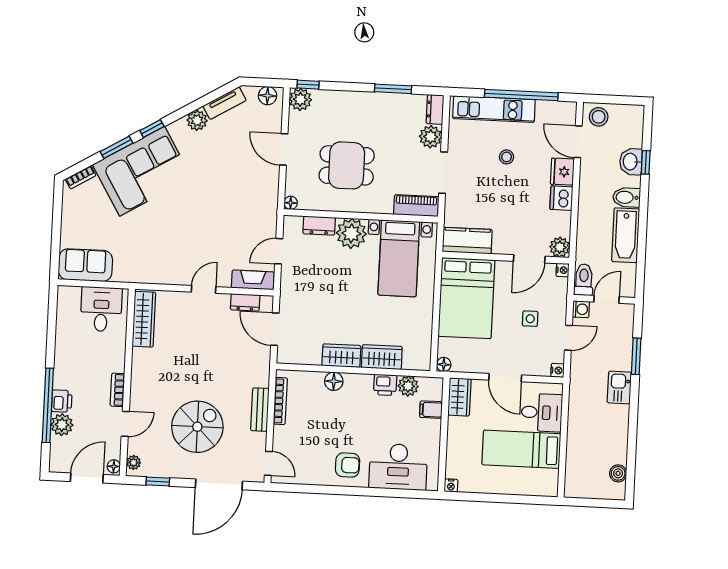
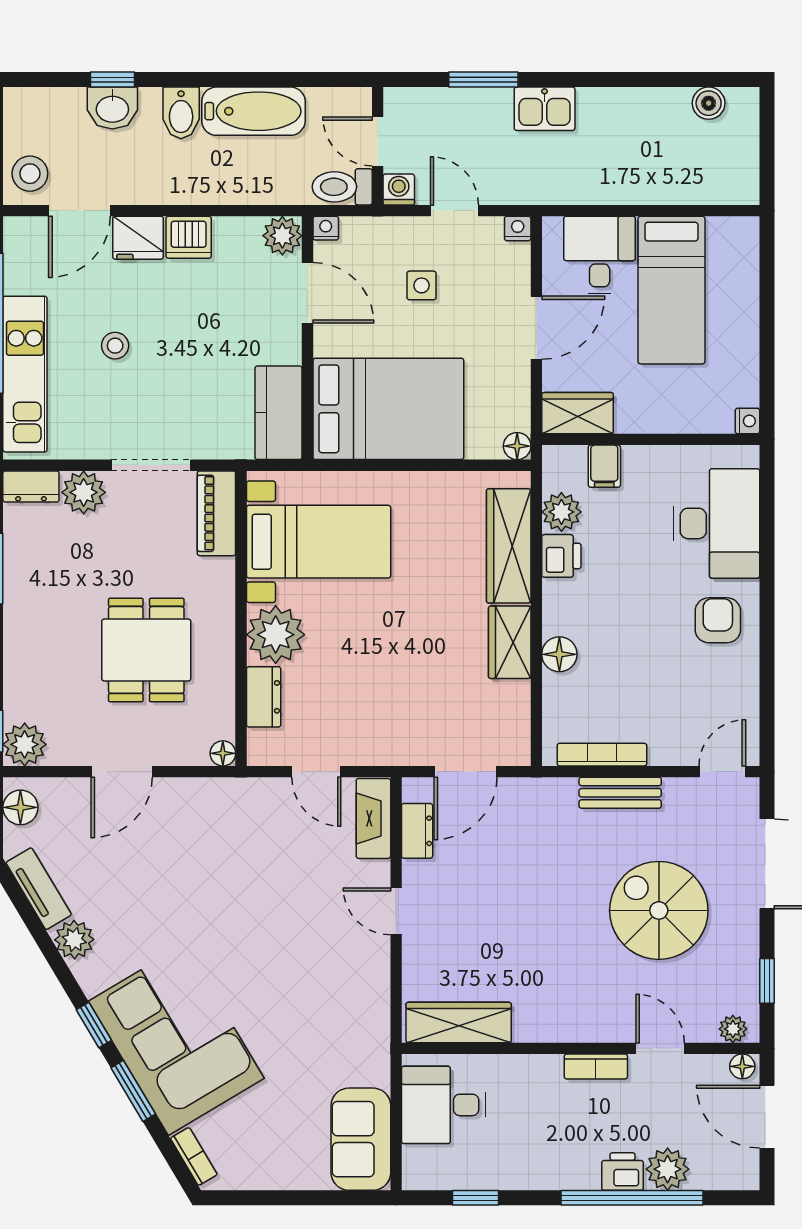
window: (52, 324) -> (476, 1198), added
wardrobe: (382, 357) -> (509, 546), width x1.50

